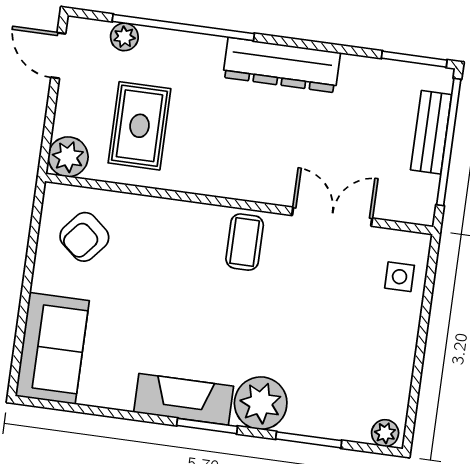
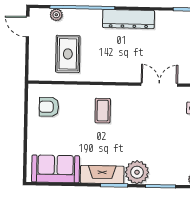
plant: (68, 157) -> (37, 72), removed
armchair: (84, 237) -> (49, 107), turned 50
coffee table: (245, 242) -> (103, 111), moved
sofa: (52, 348) -> (56, 169), moved, turned -90

